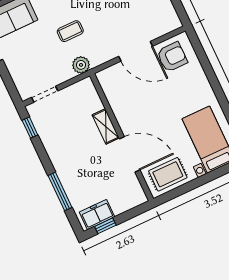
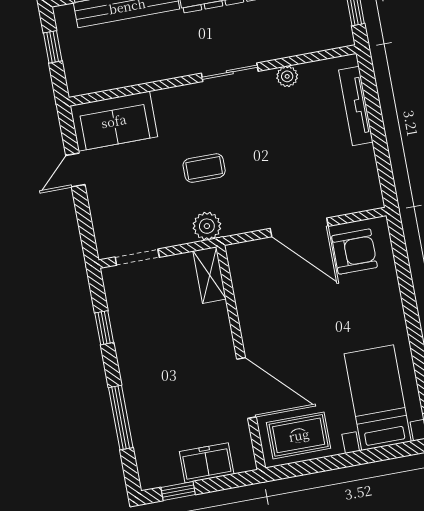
shelving: (106, 126) -> (210, 275), moved
window: (30, 128) -> (104, 328), moved
freezer: (97, 215) -> (207, 463), moved

